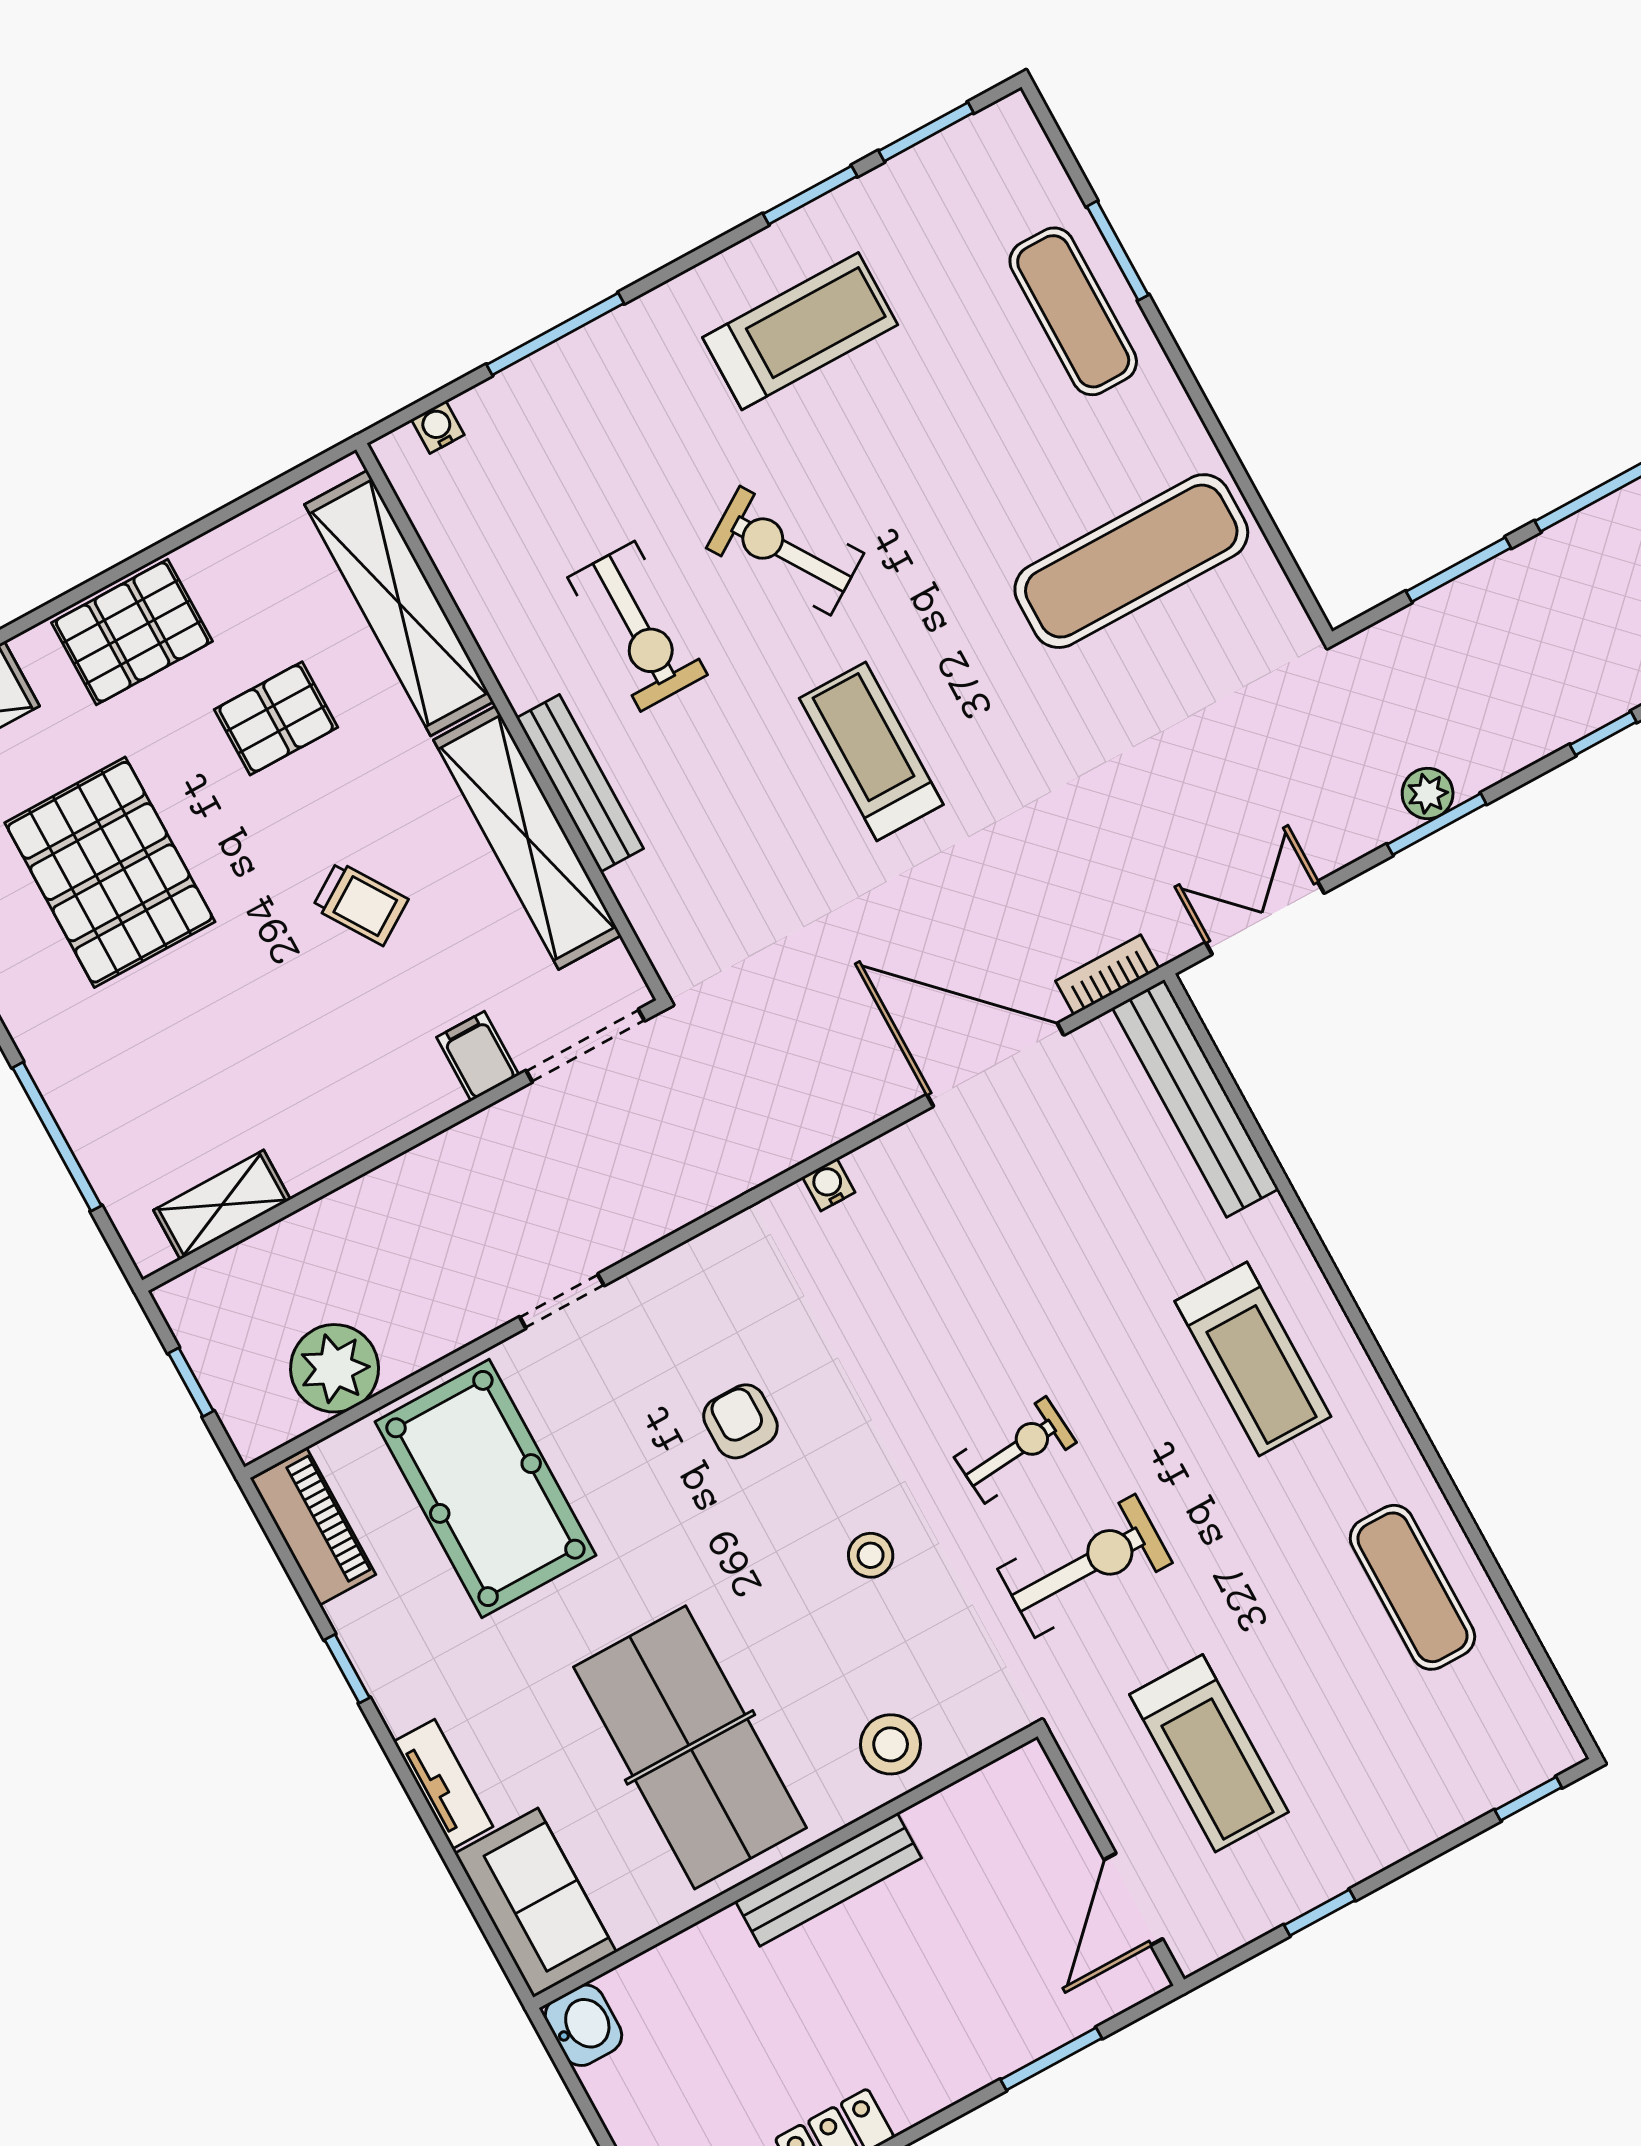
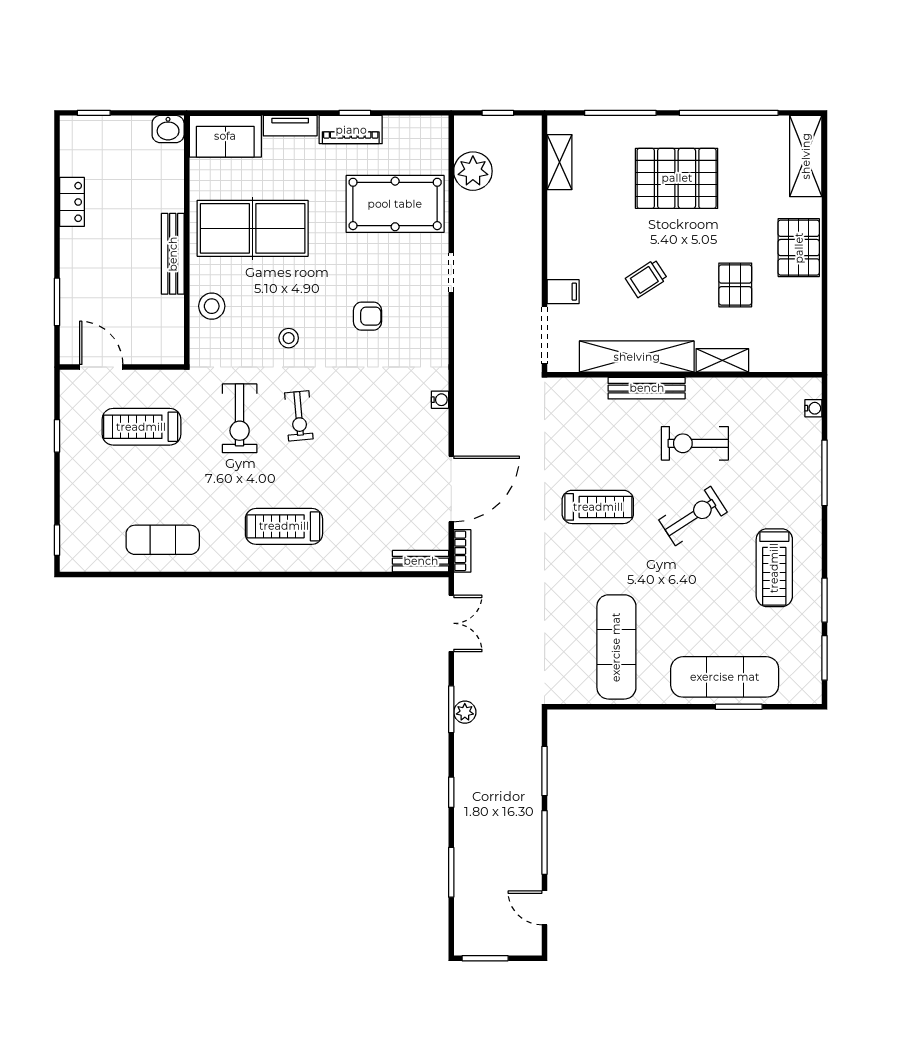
exercise mat: (1073, 311) -> (725, 677), width x1.36, depth x1.45
shelving: (399, 603) -> (722, 360), width x0.45, depth x0.75
pallet: (110, 872) -> (677, 178), moved
bench: (1195, 1098) -> (421, 561), width x0.54, depth x0.82
piano: (313, 1527) -> (351, 130), moved

